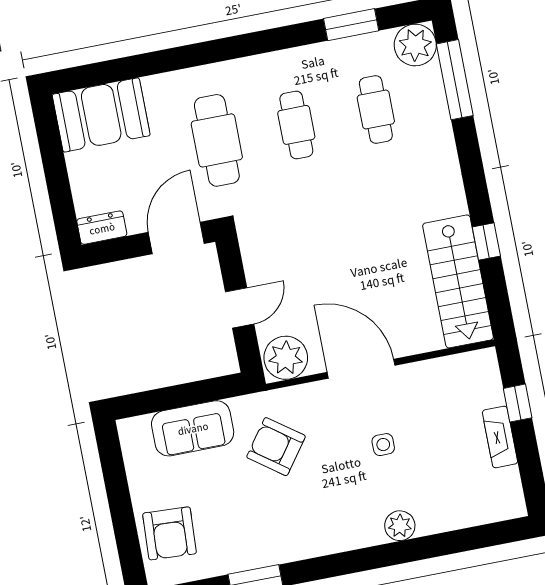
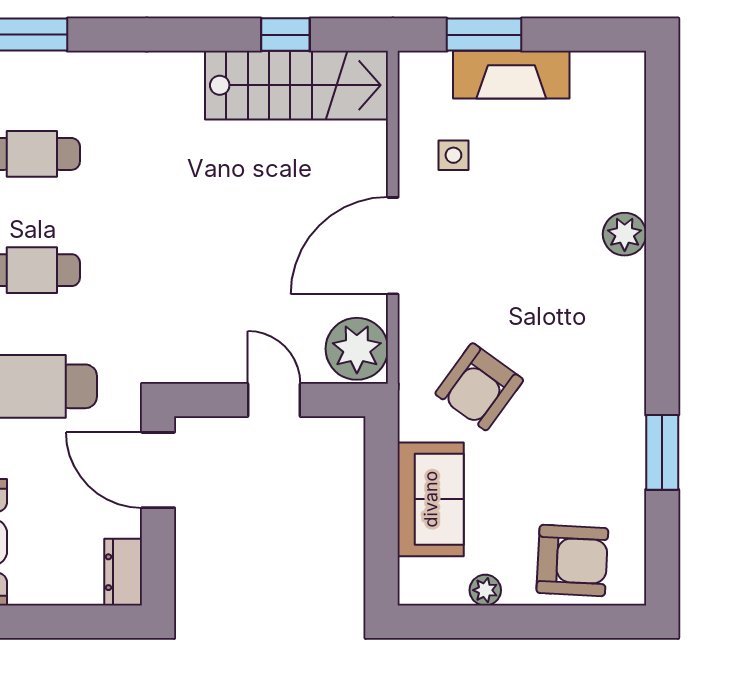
window: (486, 242) -> (285, 35), moved
window: (518, 403) -> (484, 35), width x1.50
fireplace: (500, 437) -> (511, 75), width x1.37, depth x1.32
side table: (383, 445) -> (453, 155), moved
plant: (138, 478) -> (485, 590), added

